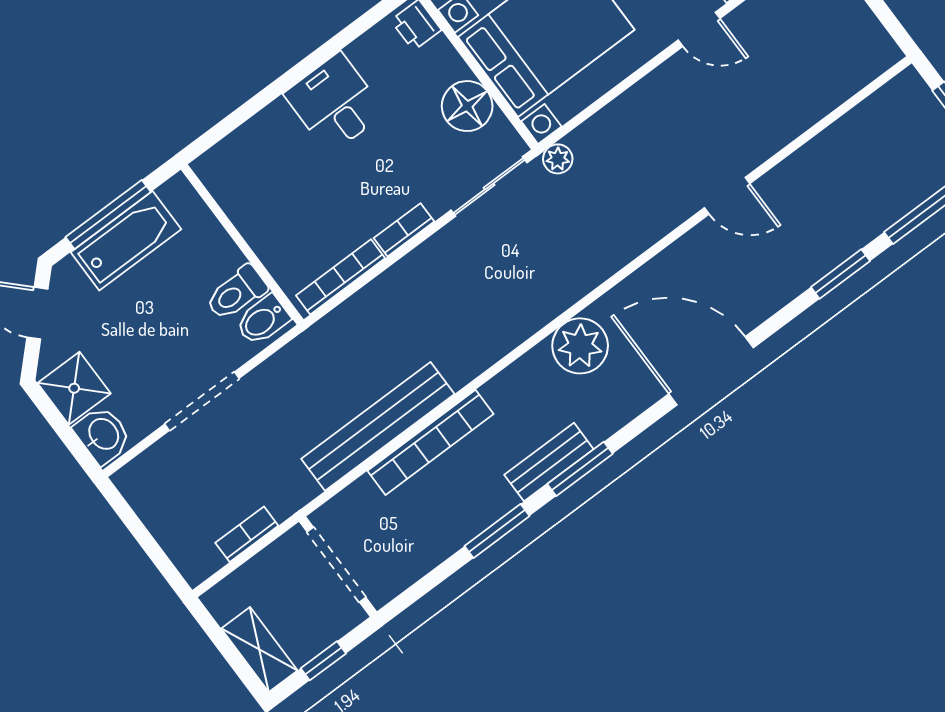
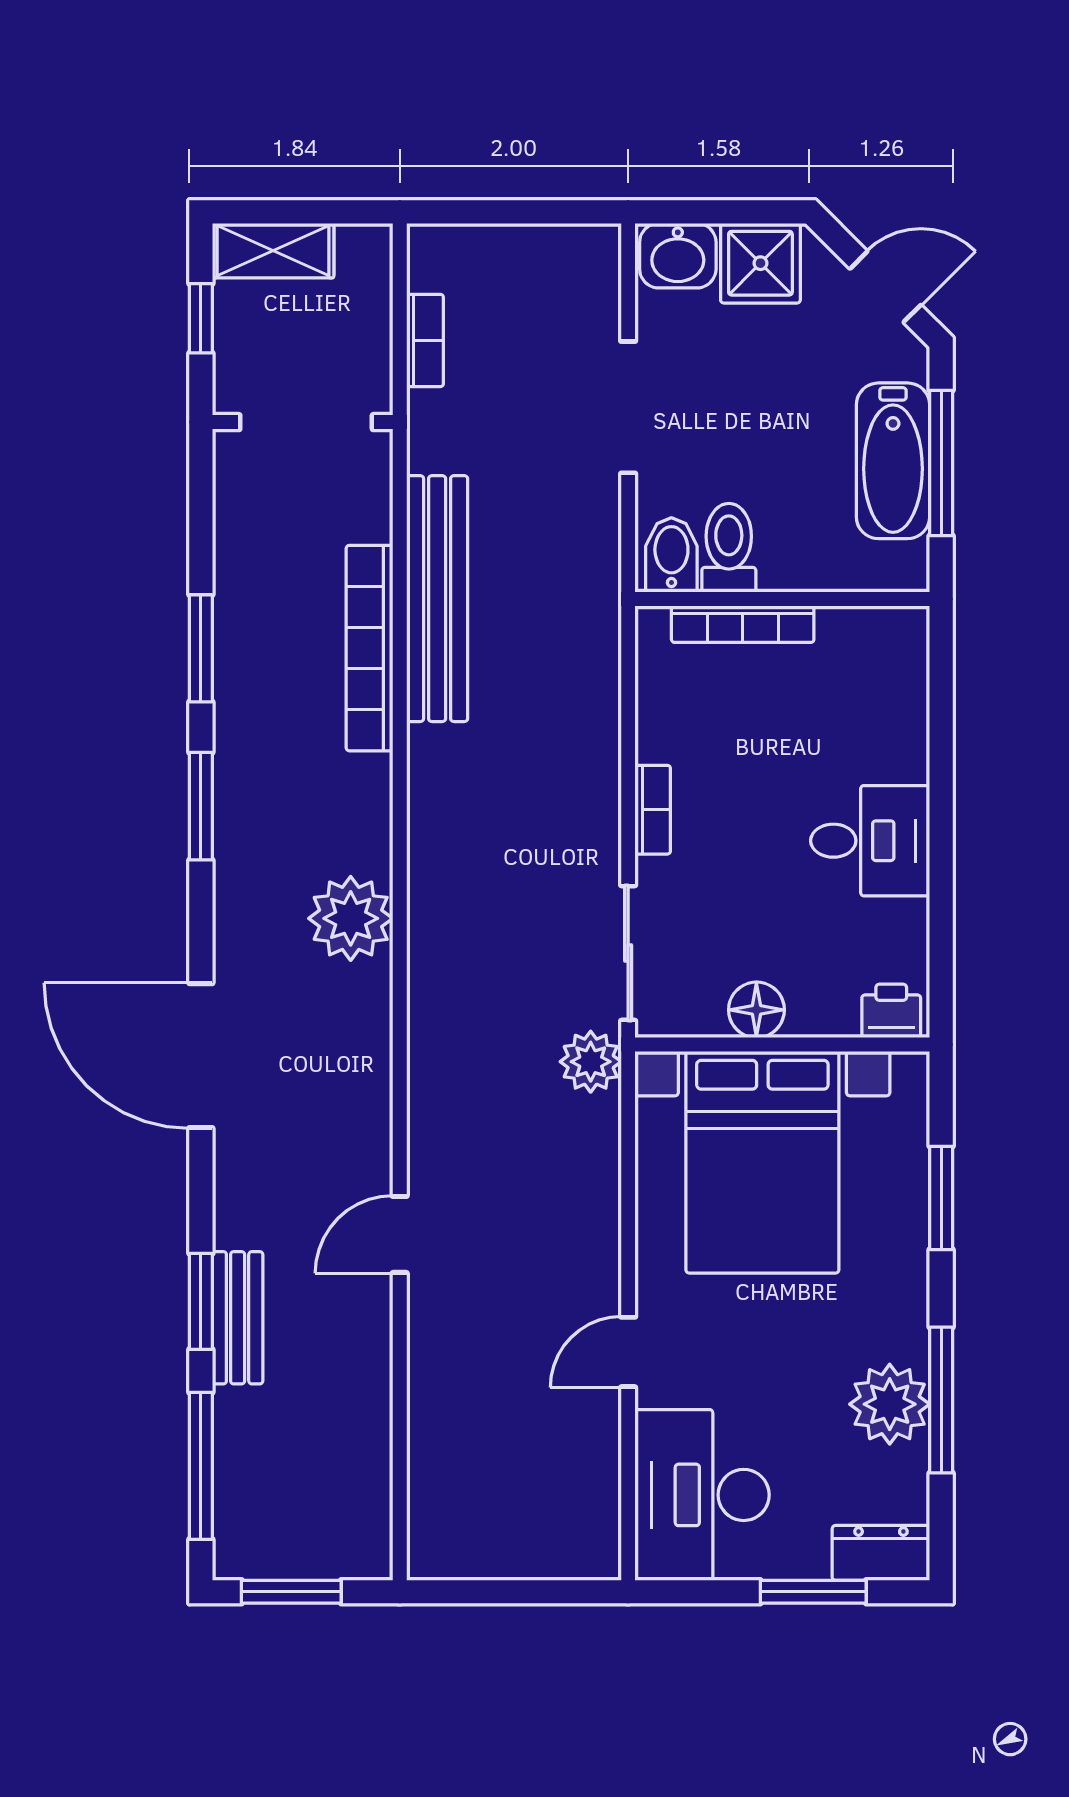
floor lamp: (467, 106) -> (756, 1010), width x0.73, depth x0.73
plant: (558, 159) -> (591, 1062), width x1.38, depth x1.38
bookcase: (341, 277) -> (743, 624), moved, turned 90
door: (711, 371) -> (201, 1056), swing flipped
bench: (549, 462) -> (238, 1318), moved

